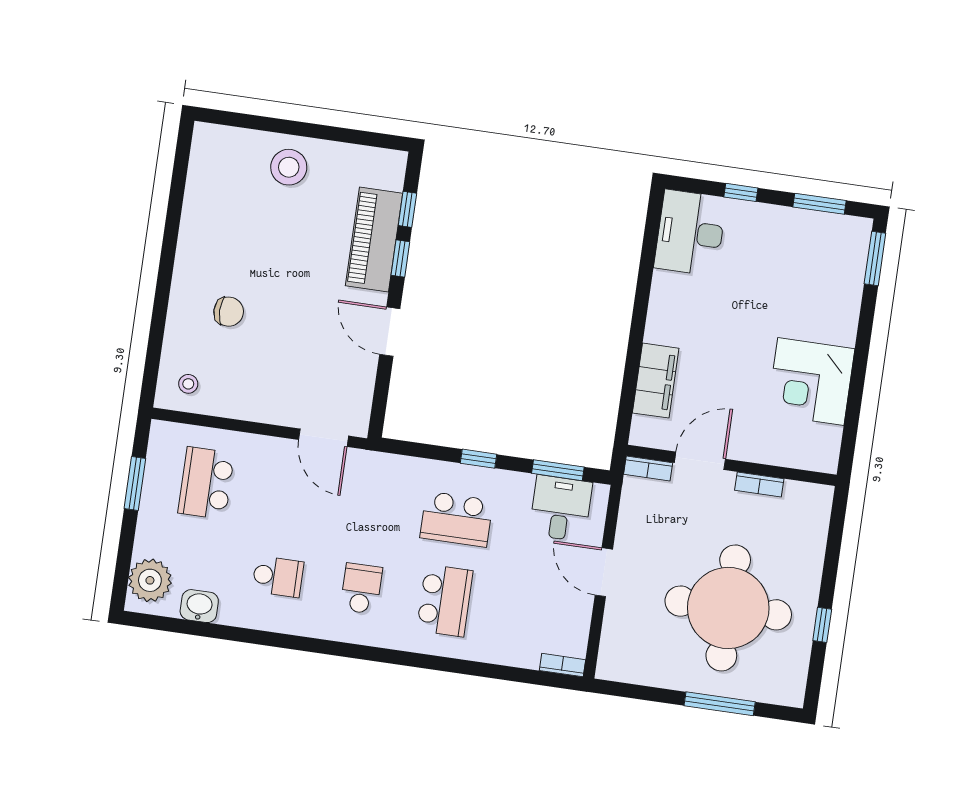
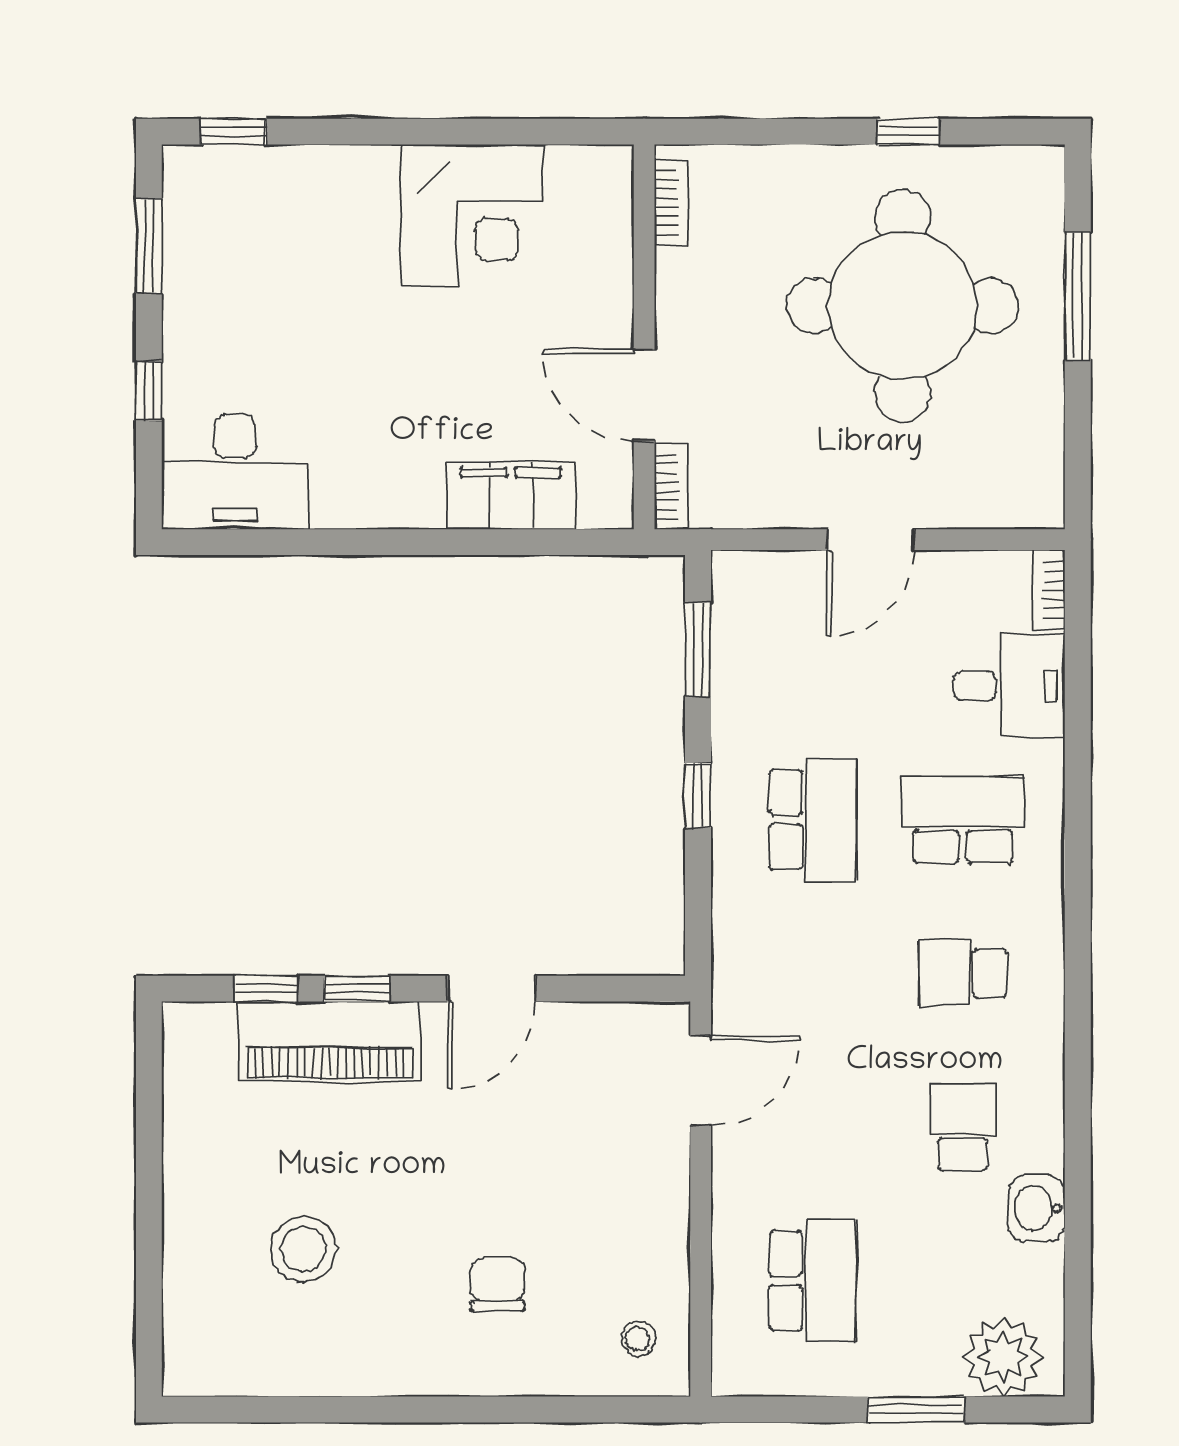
stool: (289, 167) -> (303, 1249), moved
window: (875, 258) -> (233, 132), width x0.67
school desk: (206, 483) -> (813, 1281), turned -90
window: (135, 484) -> (916, 1409), moved
bookcase: (759, 485) -> (672, 202), moved
desk: (561, 508) -> (1009, 686), moved, turned 180
washbasin: (199, 606) -> (1037, 1208), moved

